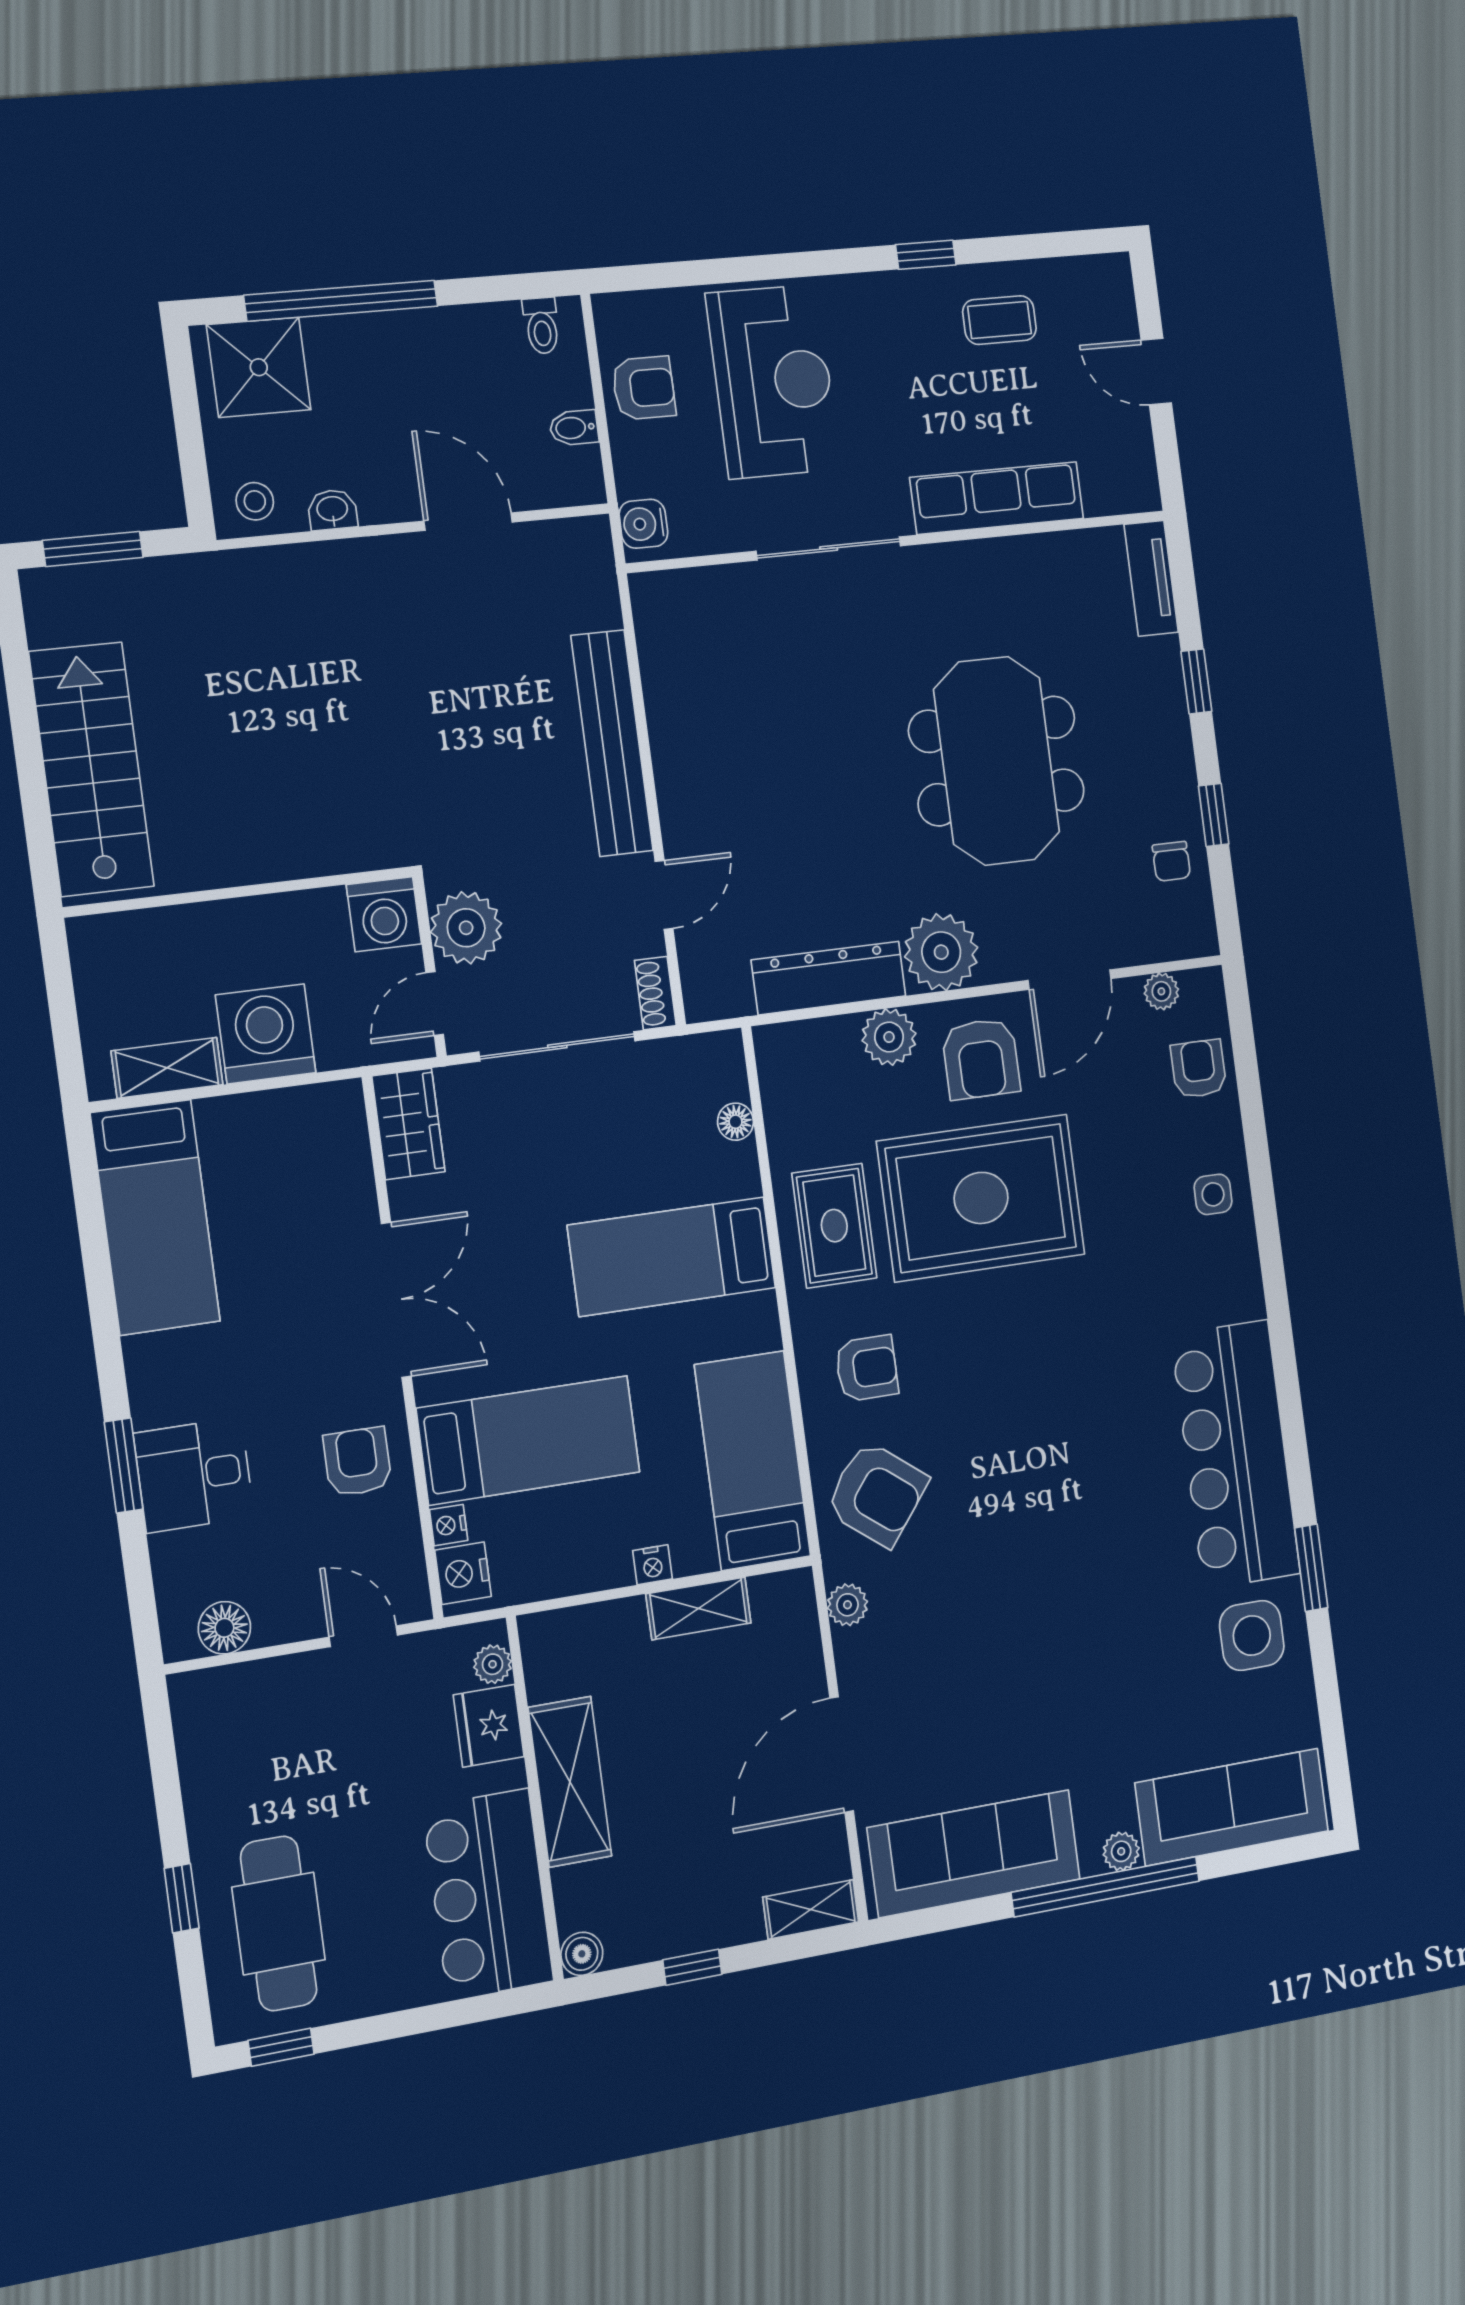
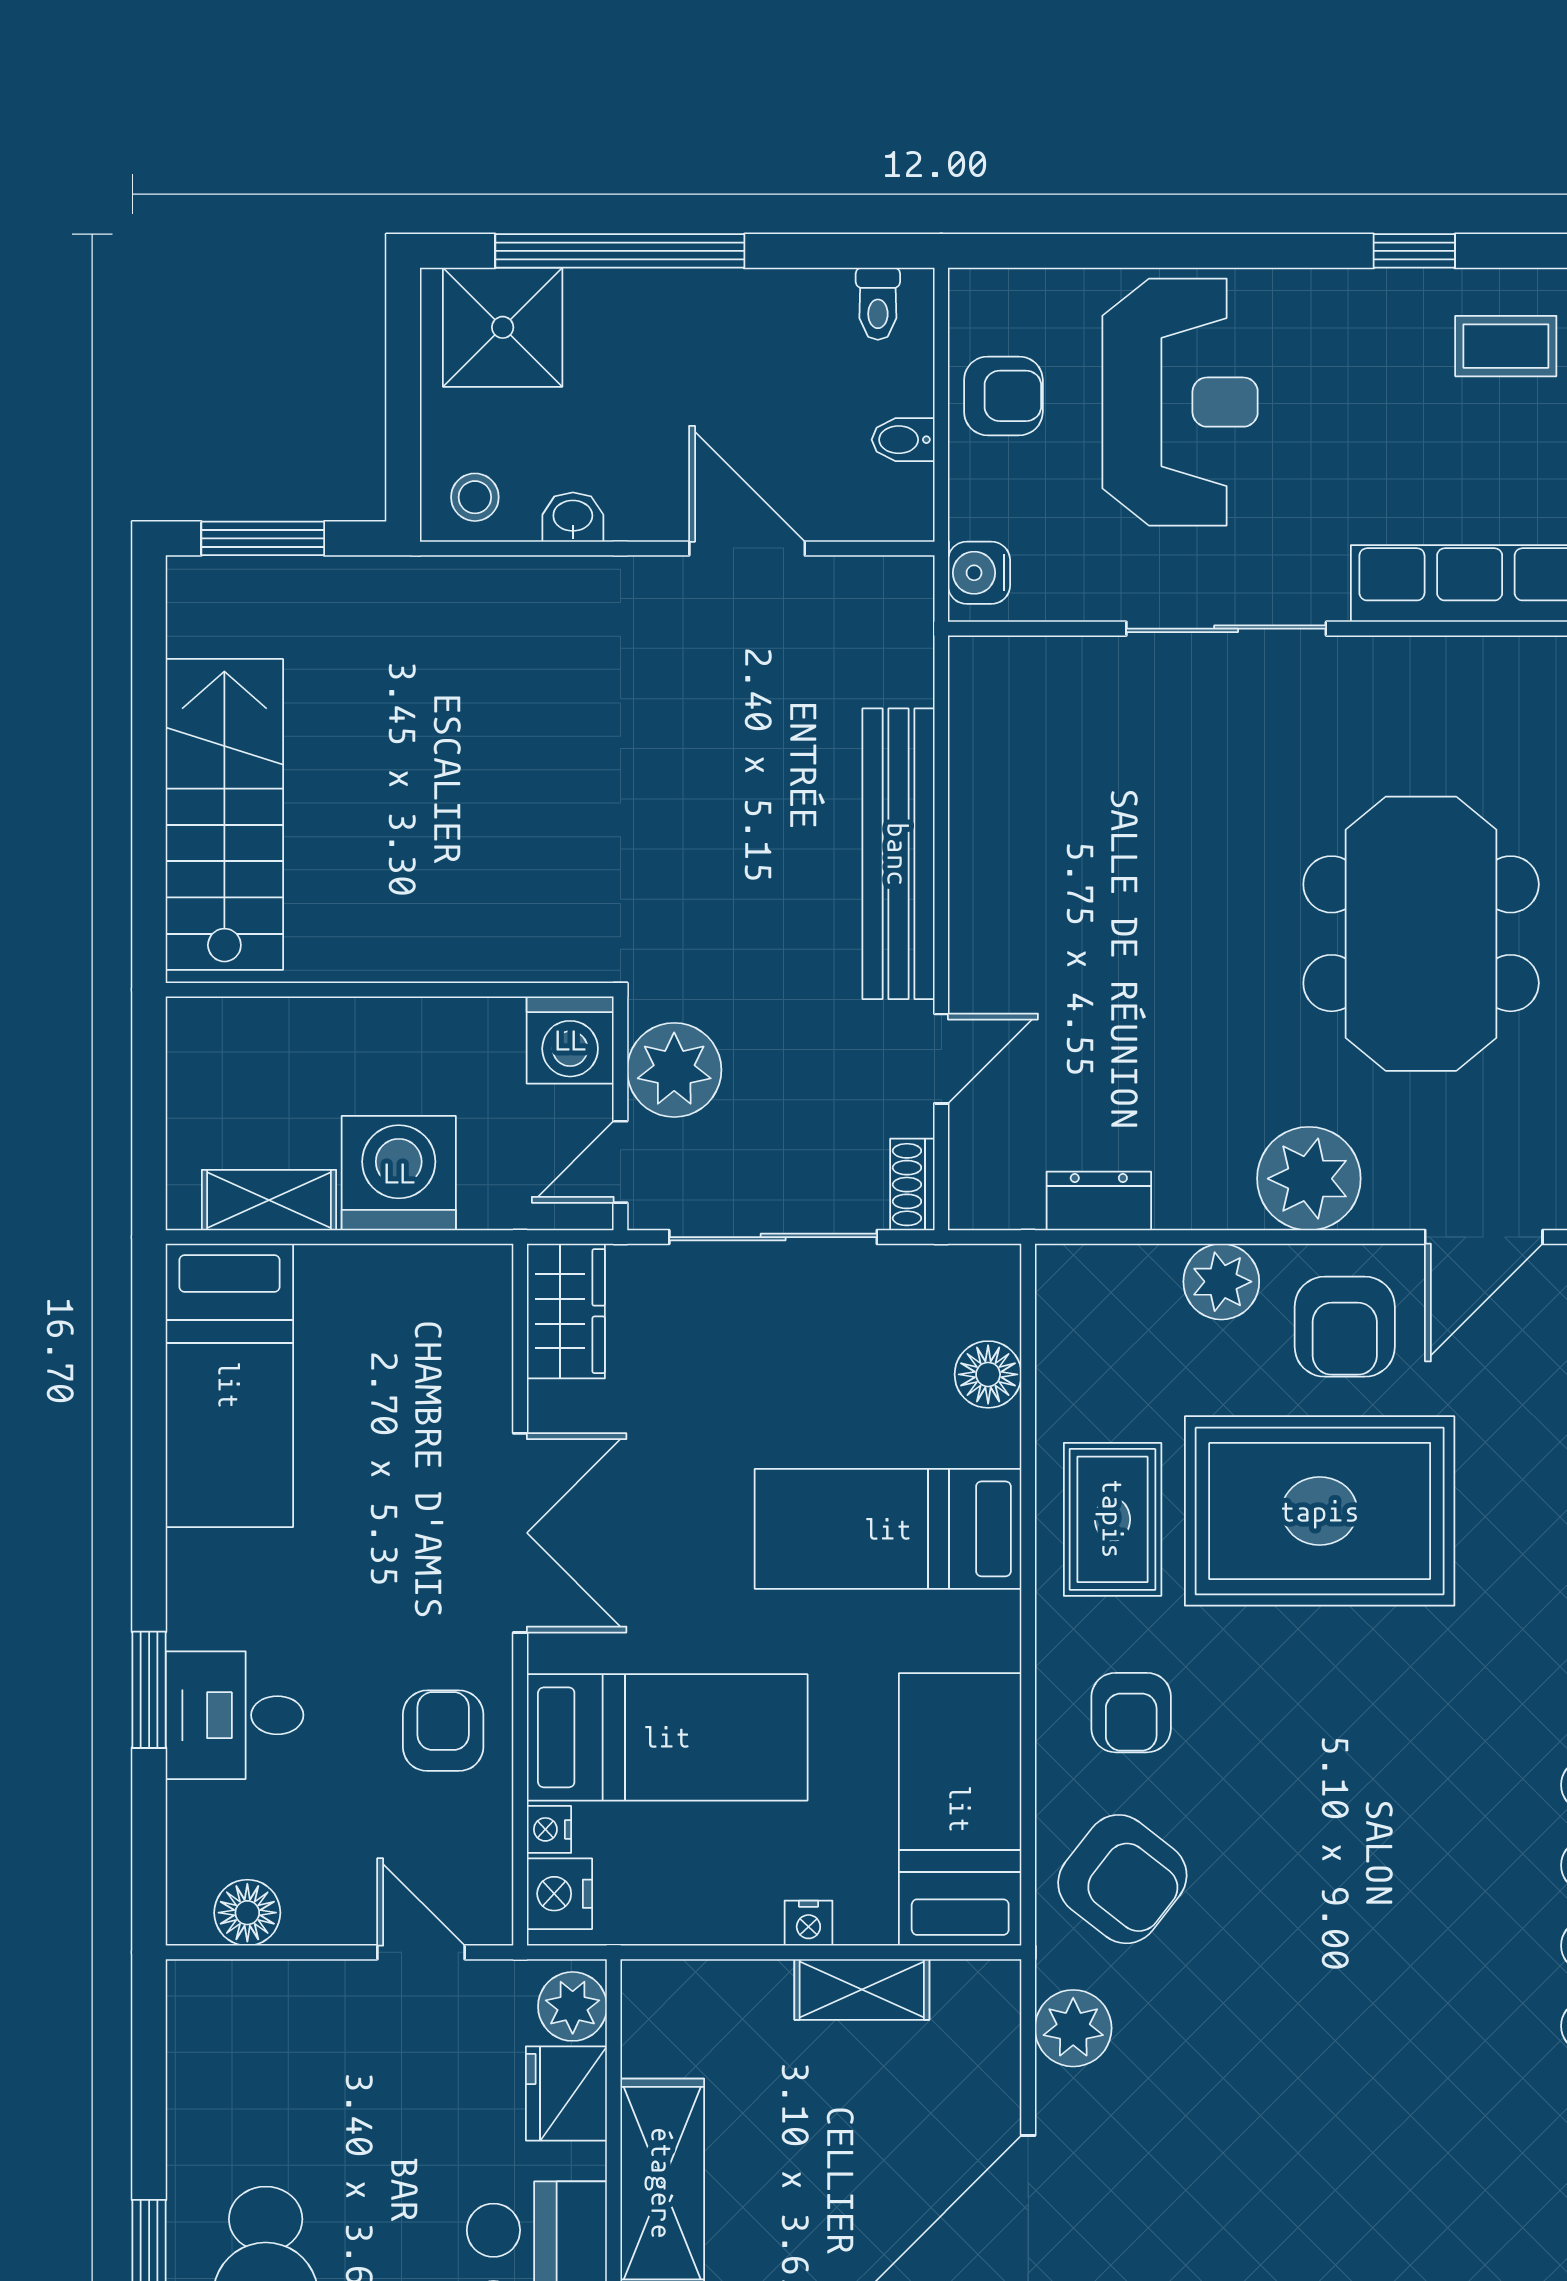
dresser: (829, 978) -> (1099, 1201), width x0.51, depth x0.80
floor lamp: (735, 1122) -> (988, 1374), width x1.37, depth x1.37
armchair: (867, 1368) -> (1131, 1713), turned 90
plant: (847, 1605) -> (1073, 2028), width x1.38, depth x1.38
plant: (493, 1664) -> (573, 2006), width x1.38, depth x1.38

